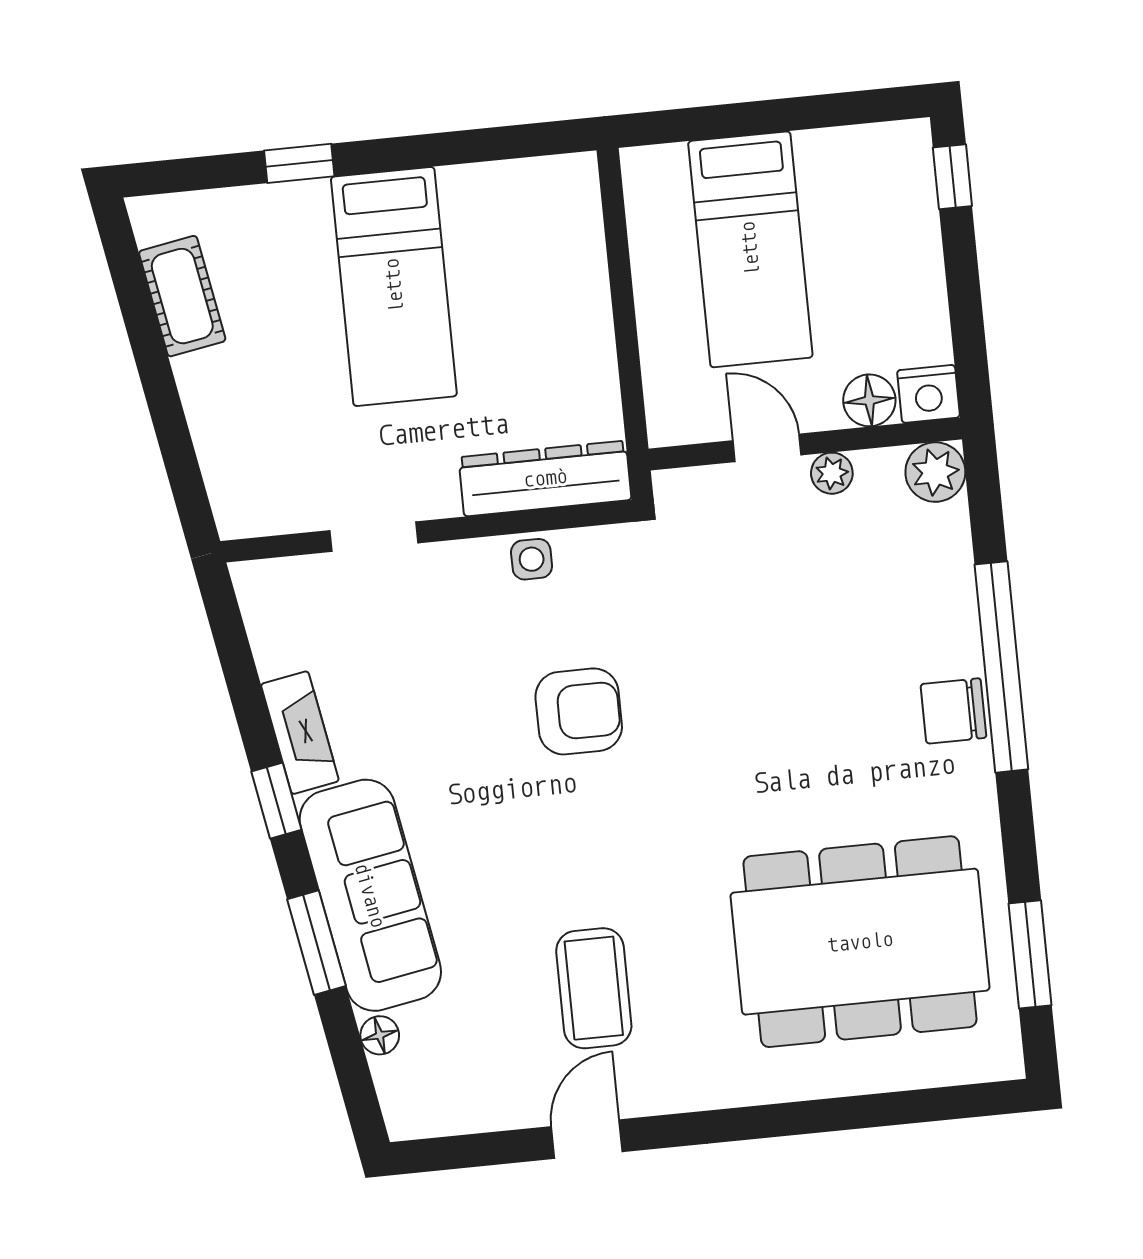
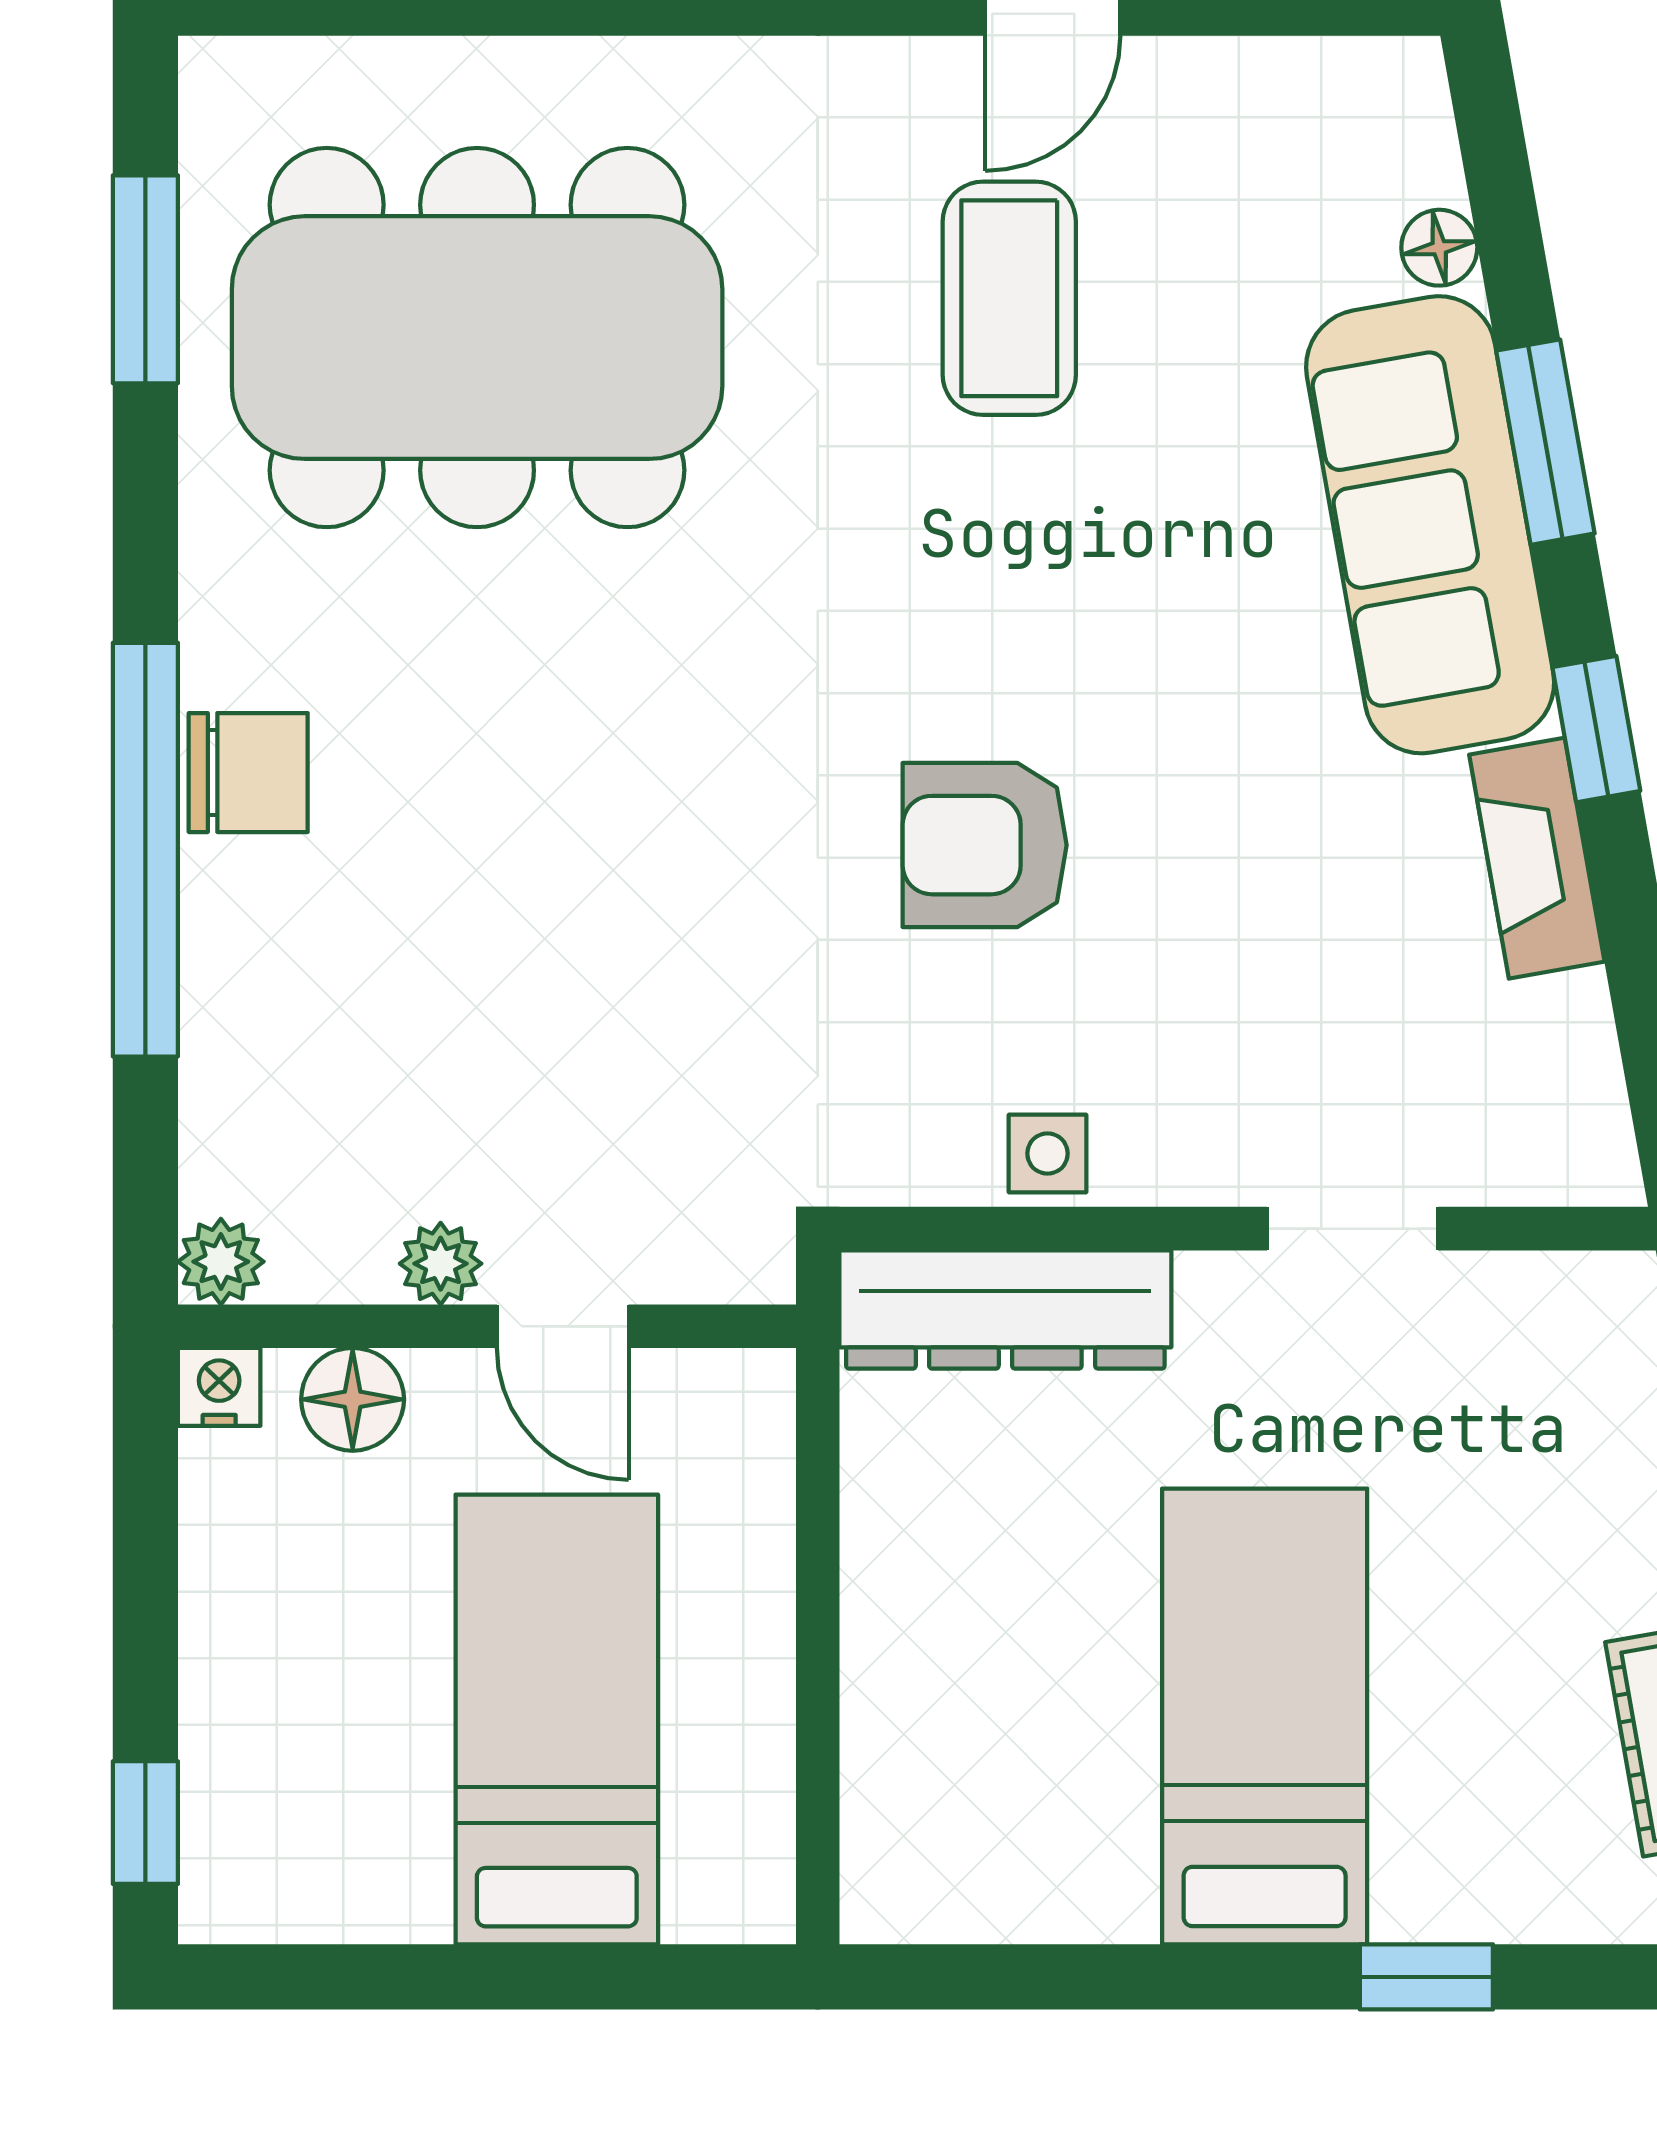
nightstand: (928, 394) -> (219, 1387), width x0.72, depth x0.74
plant: (935, 472) -> (221, 1262), width x0.73, depth x0.73

